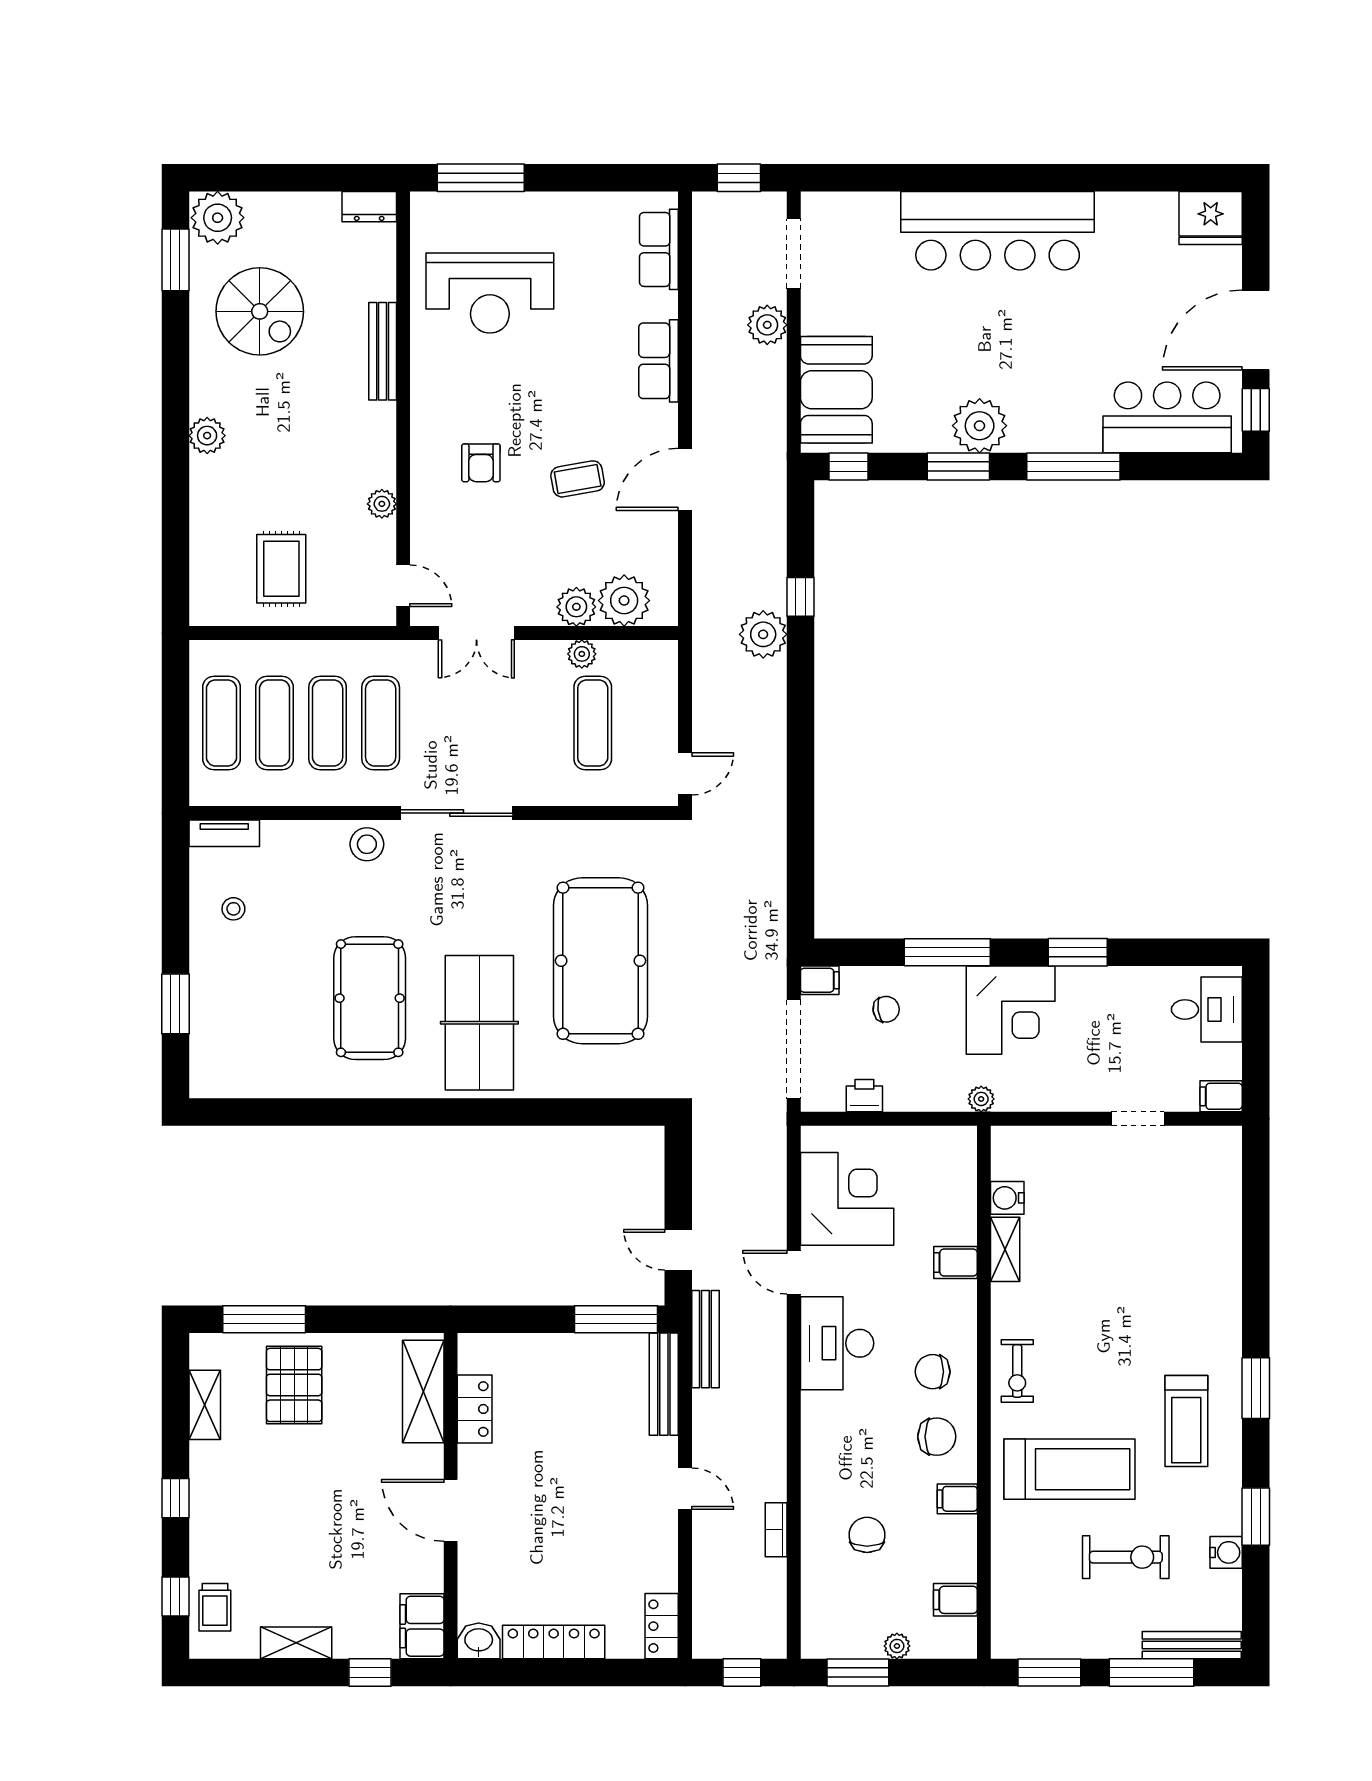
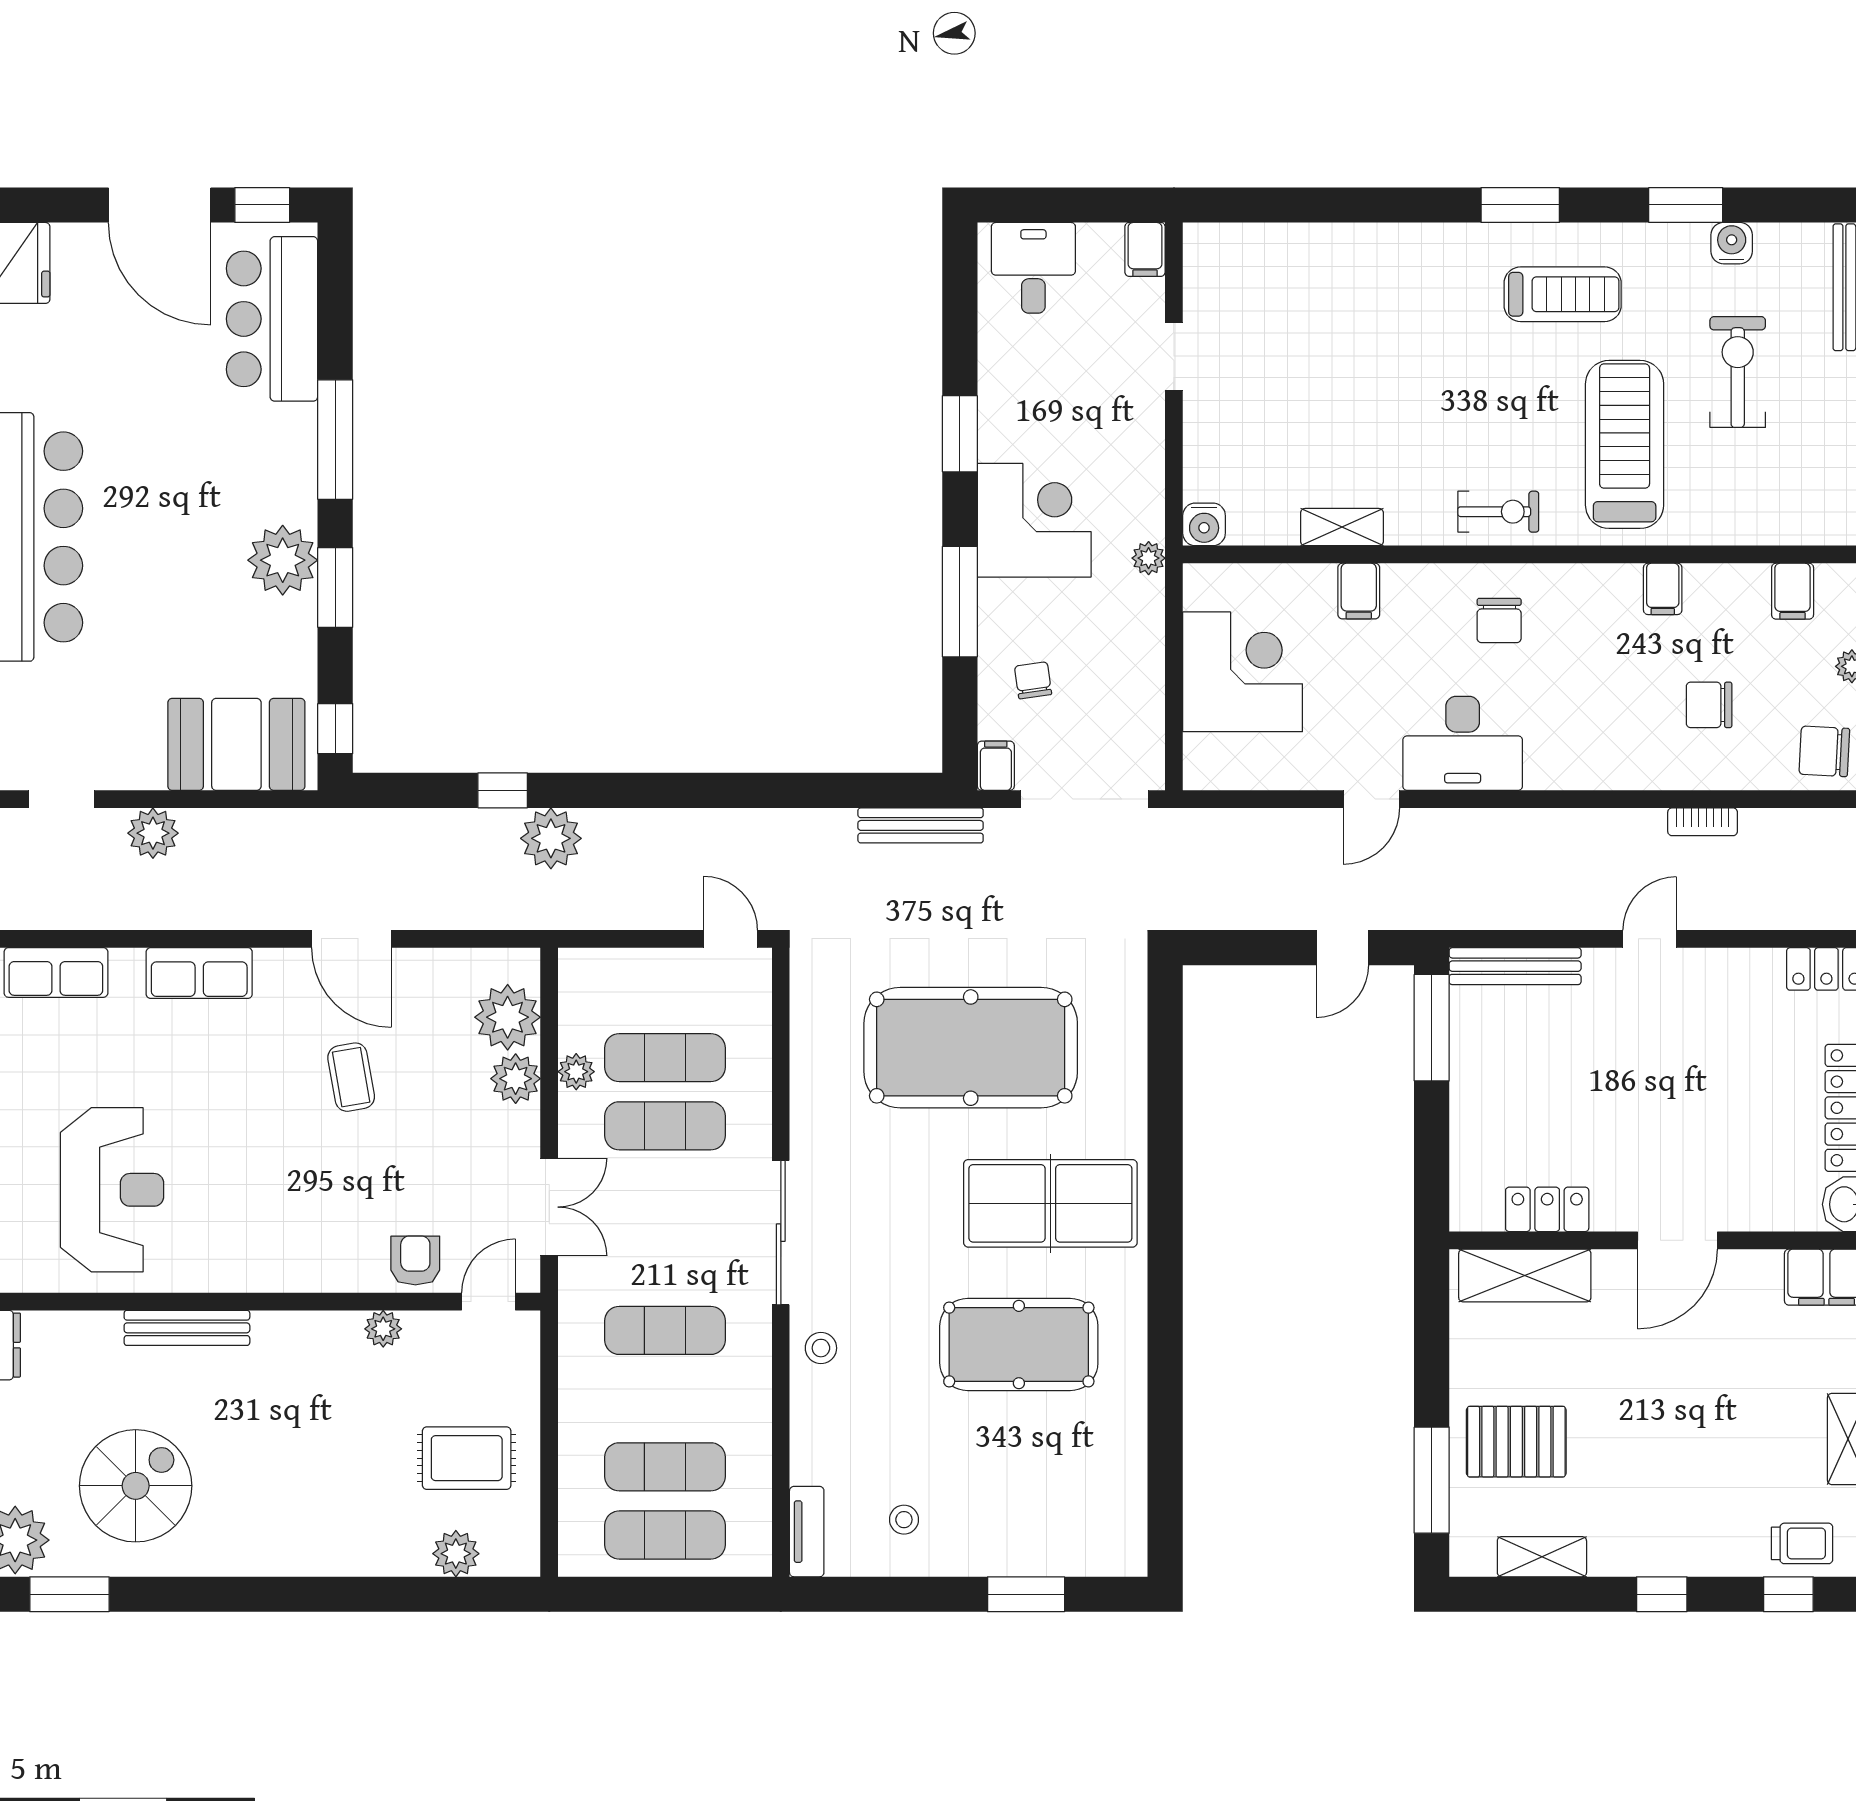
doorway: (794, 254) -> (62, 799), width x0.73
plant: (207, 436) -> (456, 1554), moved
armchair: (481, 463) -> (415, 1260), moved, turned -90
exercise mat: (328, 723) -> (665, 1126), moved
stool: (367, 844) -> (821, 1348), width x0.73, depth x0.73
printer: (864, 1096) -> (1144, 708), removed
water cooler: (1007, 1198) -> (1204, 524), moved
corner desk: (847, 1199) -> (1243, 672), moved, turned 90
bench: (705, 1339) -> (921, 825), moved
chair: (937, 1437) -> (1824, 751), moved, turned -87

